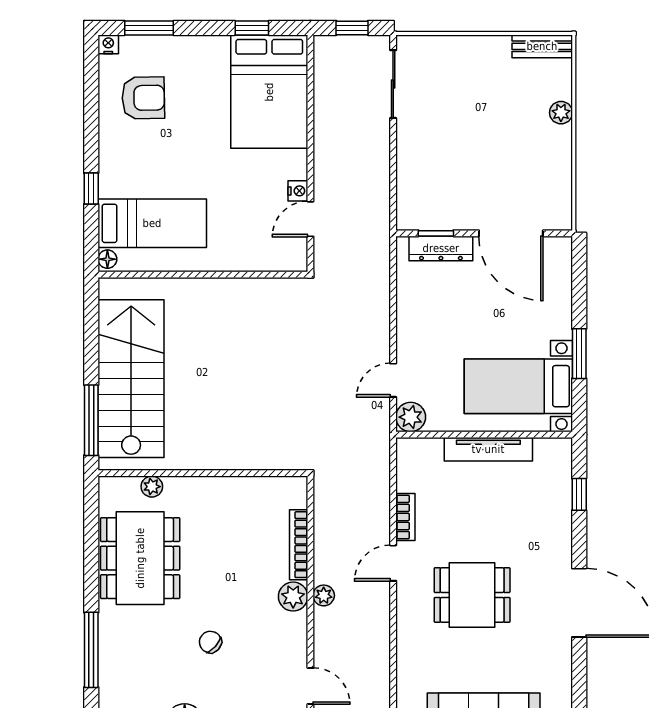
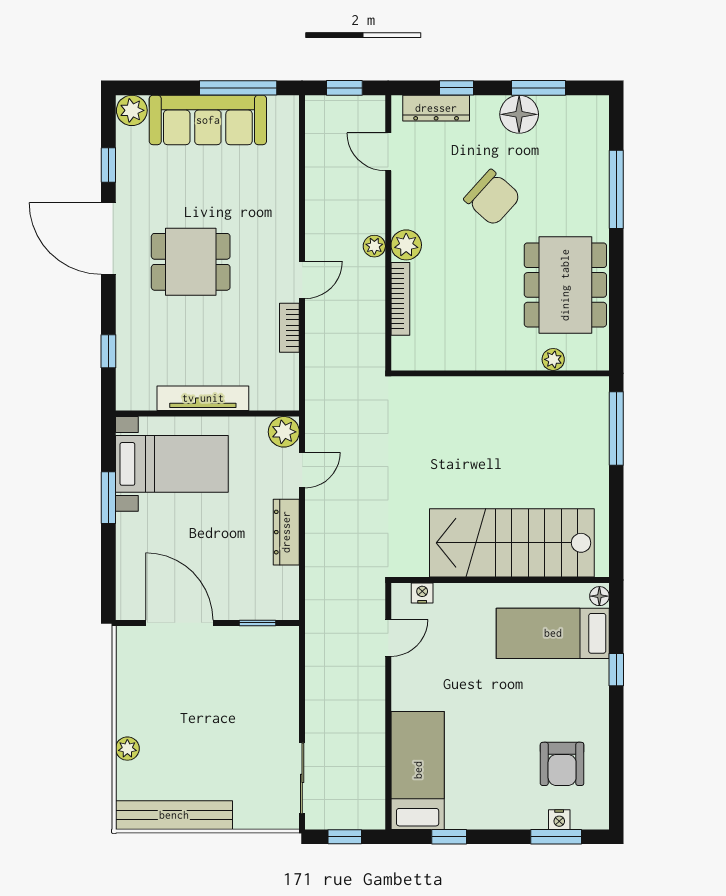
nightstand: (108, 44) -> (559, 820), moved
bench: (542, 46) -> (174, 815), width x1.86, depth x1.21
bed: (269, 92) -> (418, 770), width x0.67
armchair: (143, 98) -> (562, 764), turned -89
nightstand: (298, 191) -> (422, 593), moved, turned 90
dresser: (441, 248) -> (286, 532), moved, turned -90
stairs: (131, 379) -> (512, 543), moved, turned 90
dining table: (472, 595) -> (191, 262), moved
chair: (210, 642) -> (492, 198), width x1.87, depth x1.87
window: (579, 673) -> (108, 165), added

